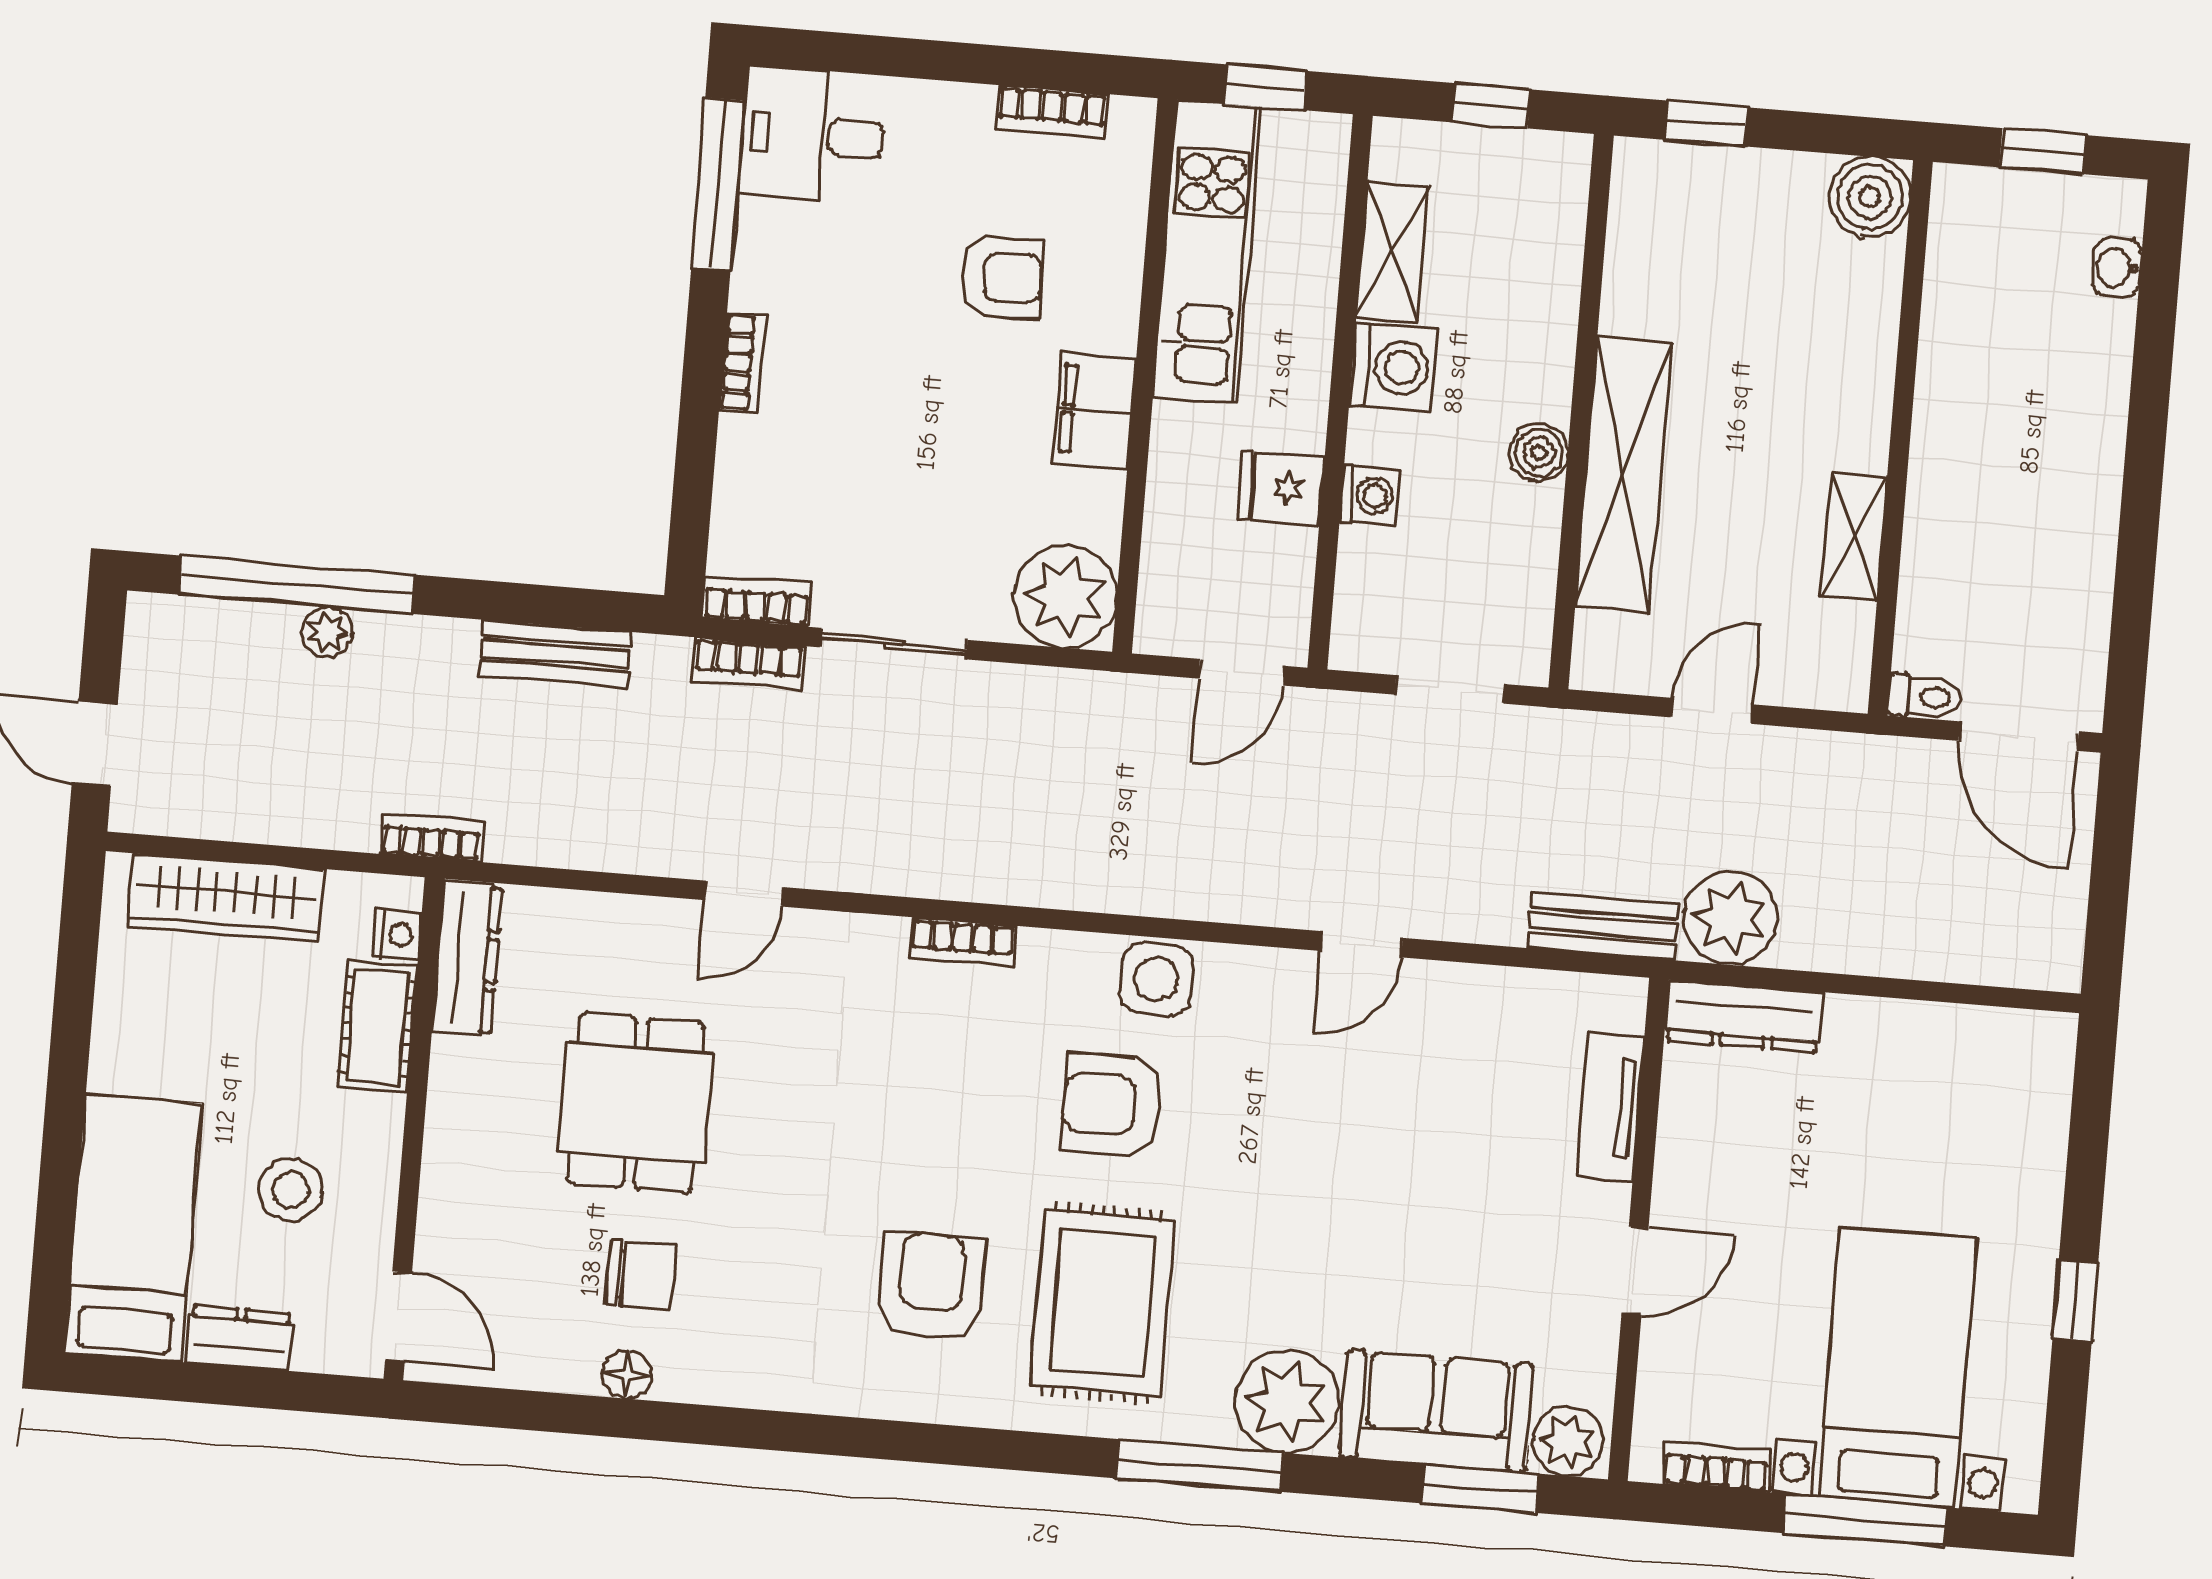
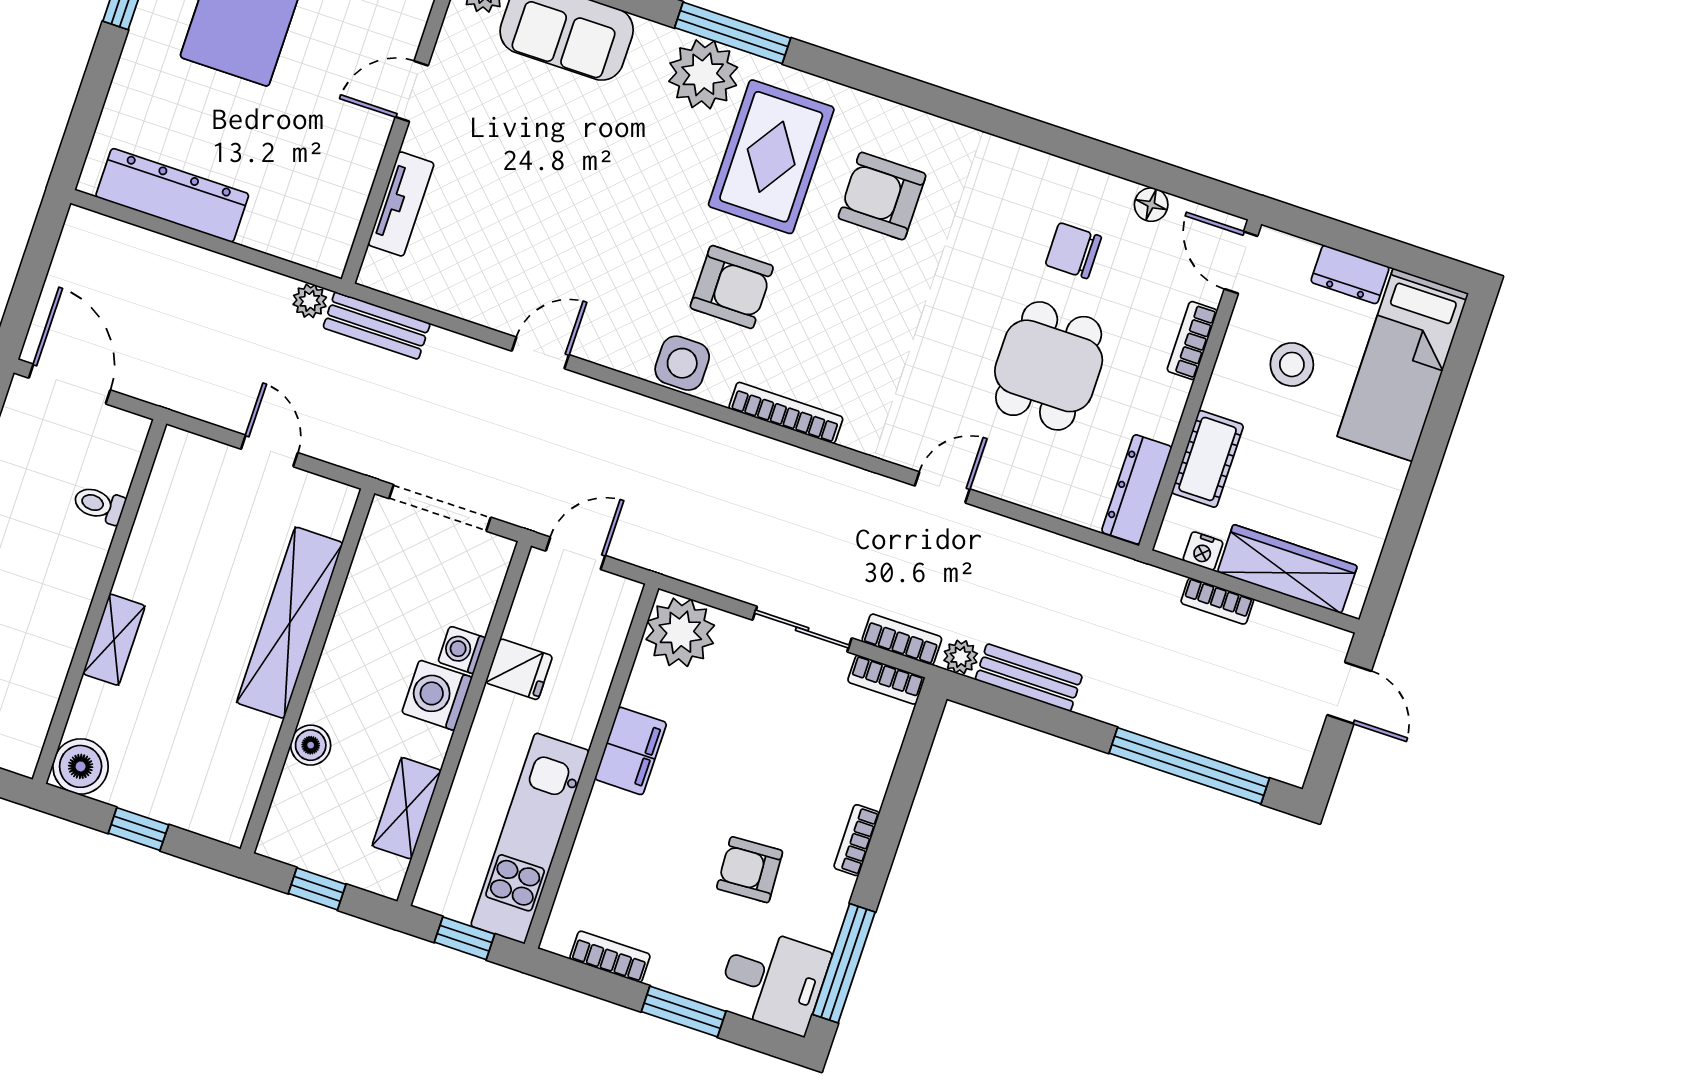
window: (928, 60) -> (684, 1011), added
window: (1706, 124) -> (138, 829), moved
armchair: (1001, 277) -> (750, 870), moved
washing machine: (1393, 367) -> (437, 695), moved
boiler: (1539, 453) -> (311, 745), moved
shelving: (1854, 537) -> (114, 640), moved
plant: (327, 632) -> (961, 657), moved
doorway: (1450, 689) -> (440, 508), width x1.38
toilet: (1925, 697) -> (99, 505), moved
door: (1712, 711) -> (269, 451), swing flipped
bookcase: (431, 838) -> (1217, 601), moved
plant: (1730, 918) -> (310, 301), width x0.53, depth x0.53
nightstand: (397, 934) -> (1203, 551), moved, turned -90
bookcase: (963, 942) -> (786, 413), width x1.56
dresser: (1744, 1016) -> (172, 195), moved, width x1.37, depth x1.24
bookcase: (441, 1189) -> (1192, 341), added
armchair: (931, 1286) -> (882, 196), turned 90
floor lamp: (627, 1374) -> (1151, 205), moved
plant: (1286, 1401) -> (703, 74), moved

